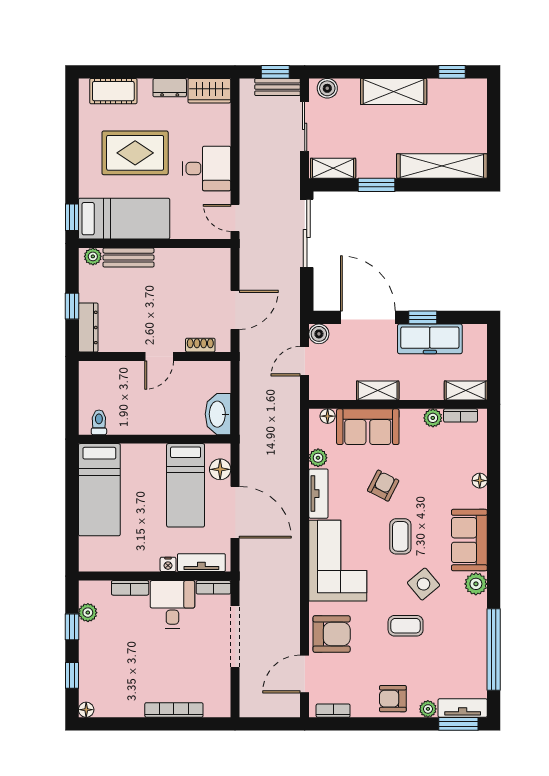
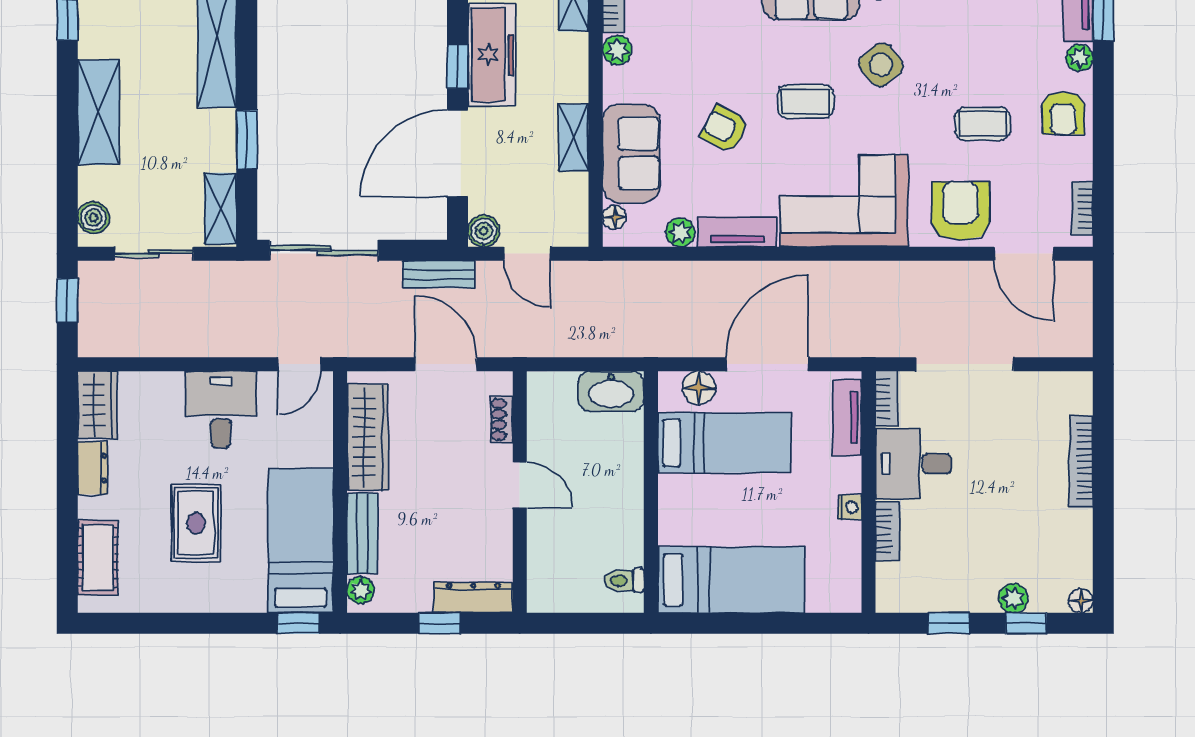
bench: (278, 87) -> (439, 274), moved, turned 90
rug: (135, 153) -> (196, 523), width x0.73, depth x0.70
wardrobe: (189, 261) -> (368, 437), added
nightstand: (168, 564) -> (850, 507), moved
plant: (88, 613) -> (1013, 598), moved
coffee table: (406, 626) -> (982, 124), moved, turned 90

